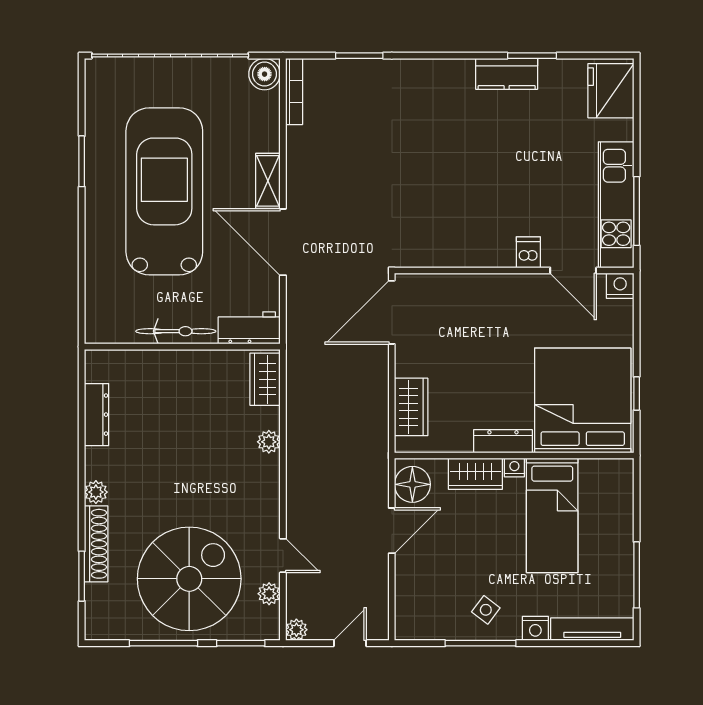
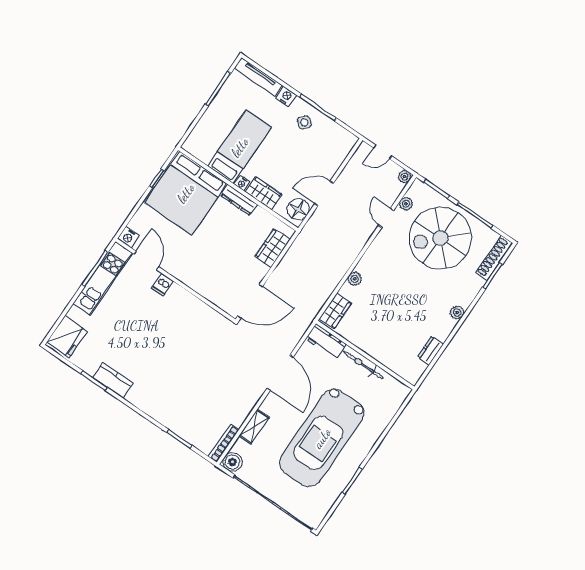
shelving: (268, 181) -> (254, 427), moved
dresser: (97, 415) -> (431, 351), width x0.70
shoe rack: (96, 544) -> (494, 258), moved

